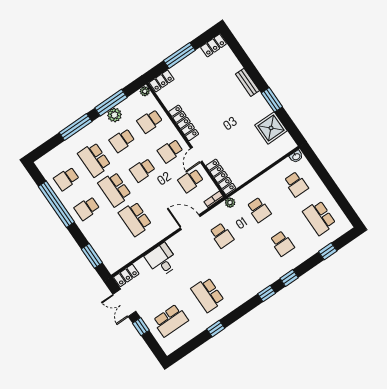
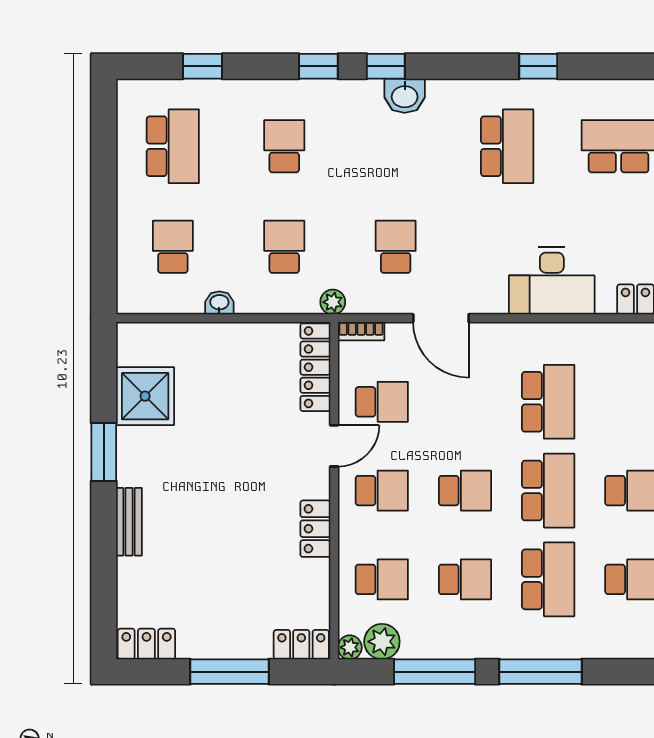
plant: (114, 115) -> (382, 642), moved
locker: (184, 123) -> (315, 529), width x0.66
washbasin: (296, 157) -> (219, 303), moved
desk: (162, 260) -> (552, 281), width x1.37
washbasin: (254, 288) -> (405, 96), added

